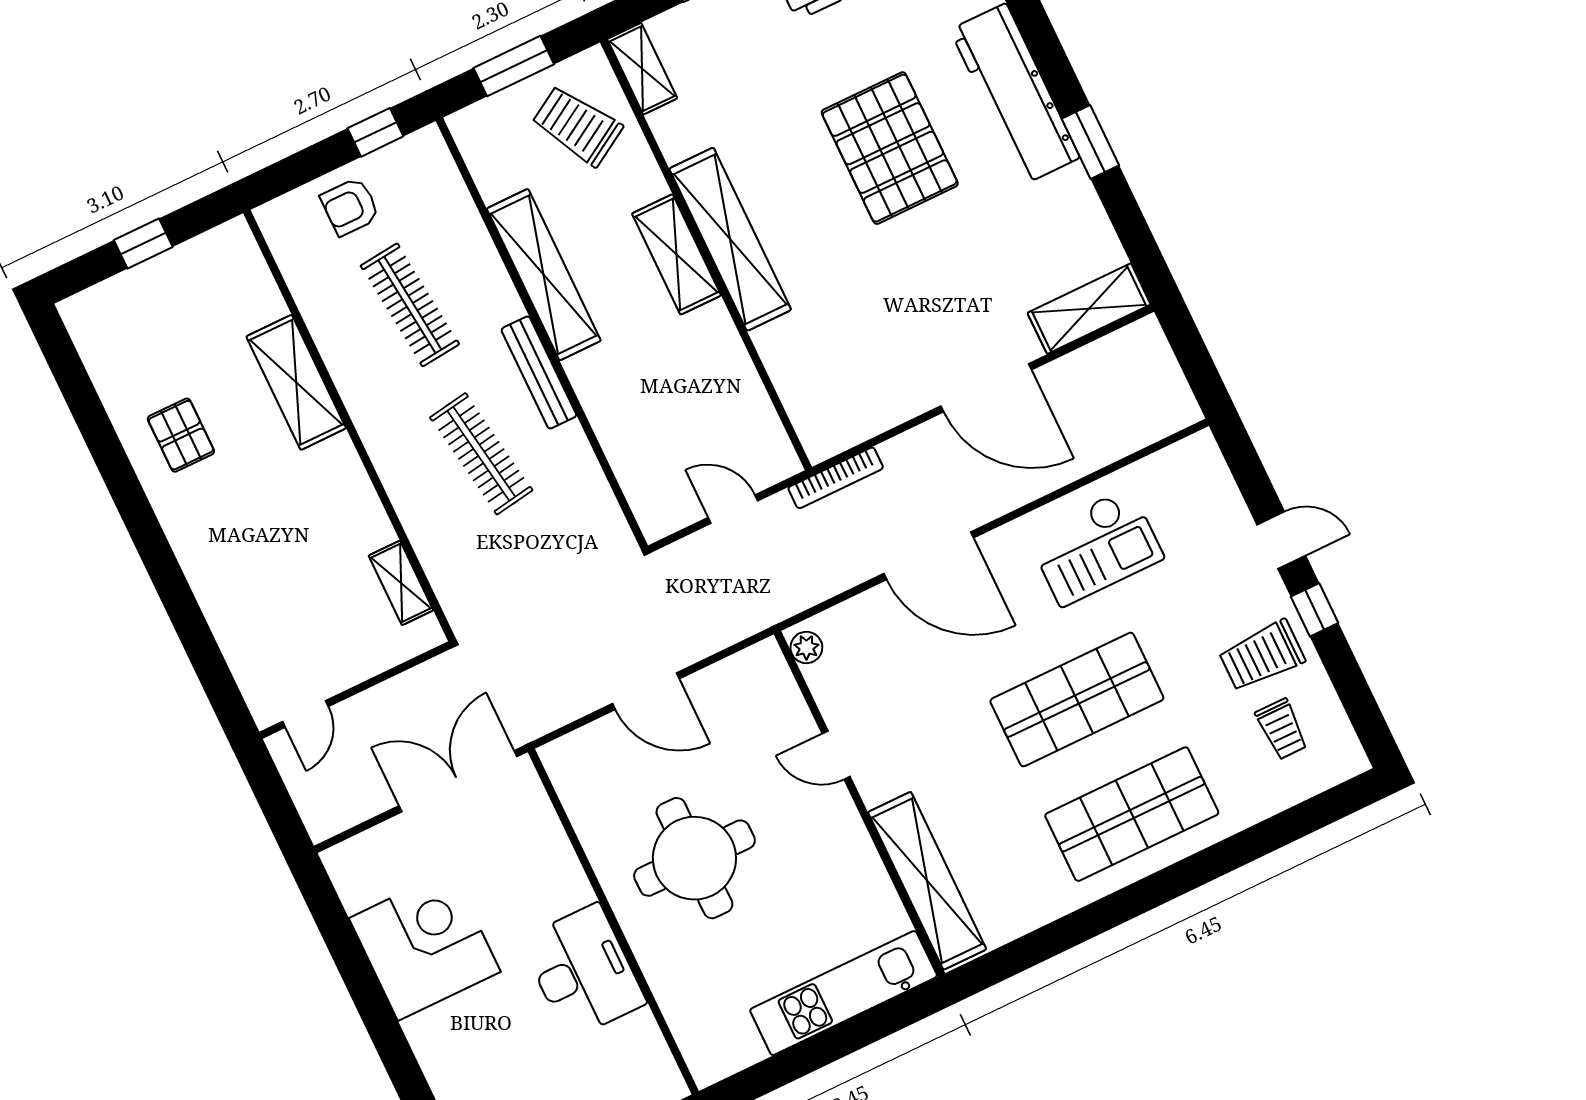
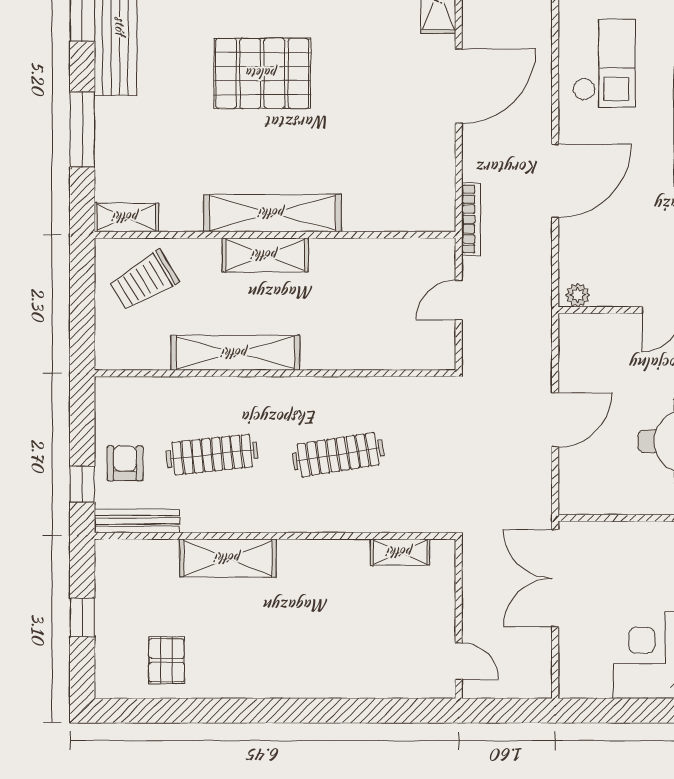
window: (514, 66) -> (82, 305), removed
window: (375, 132) -> (82, 484), moved
armchair: (350, 207) -> (125, 463), turned 180
bench: (539, 372) -> (137, 521), moved
pallet: (181, 435) -> (167, 660), moved, turned 90

